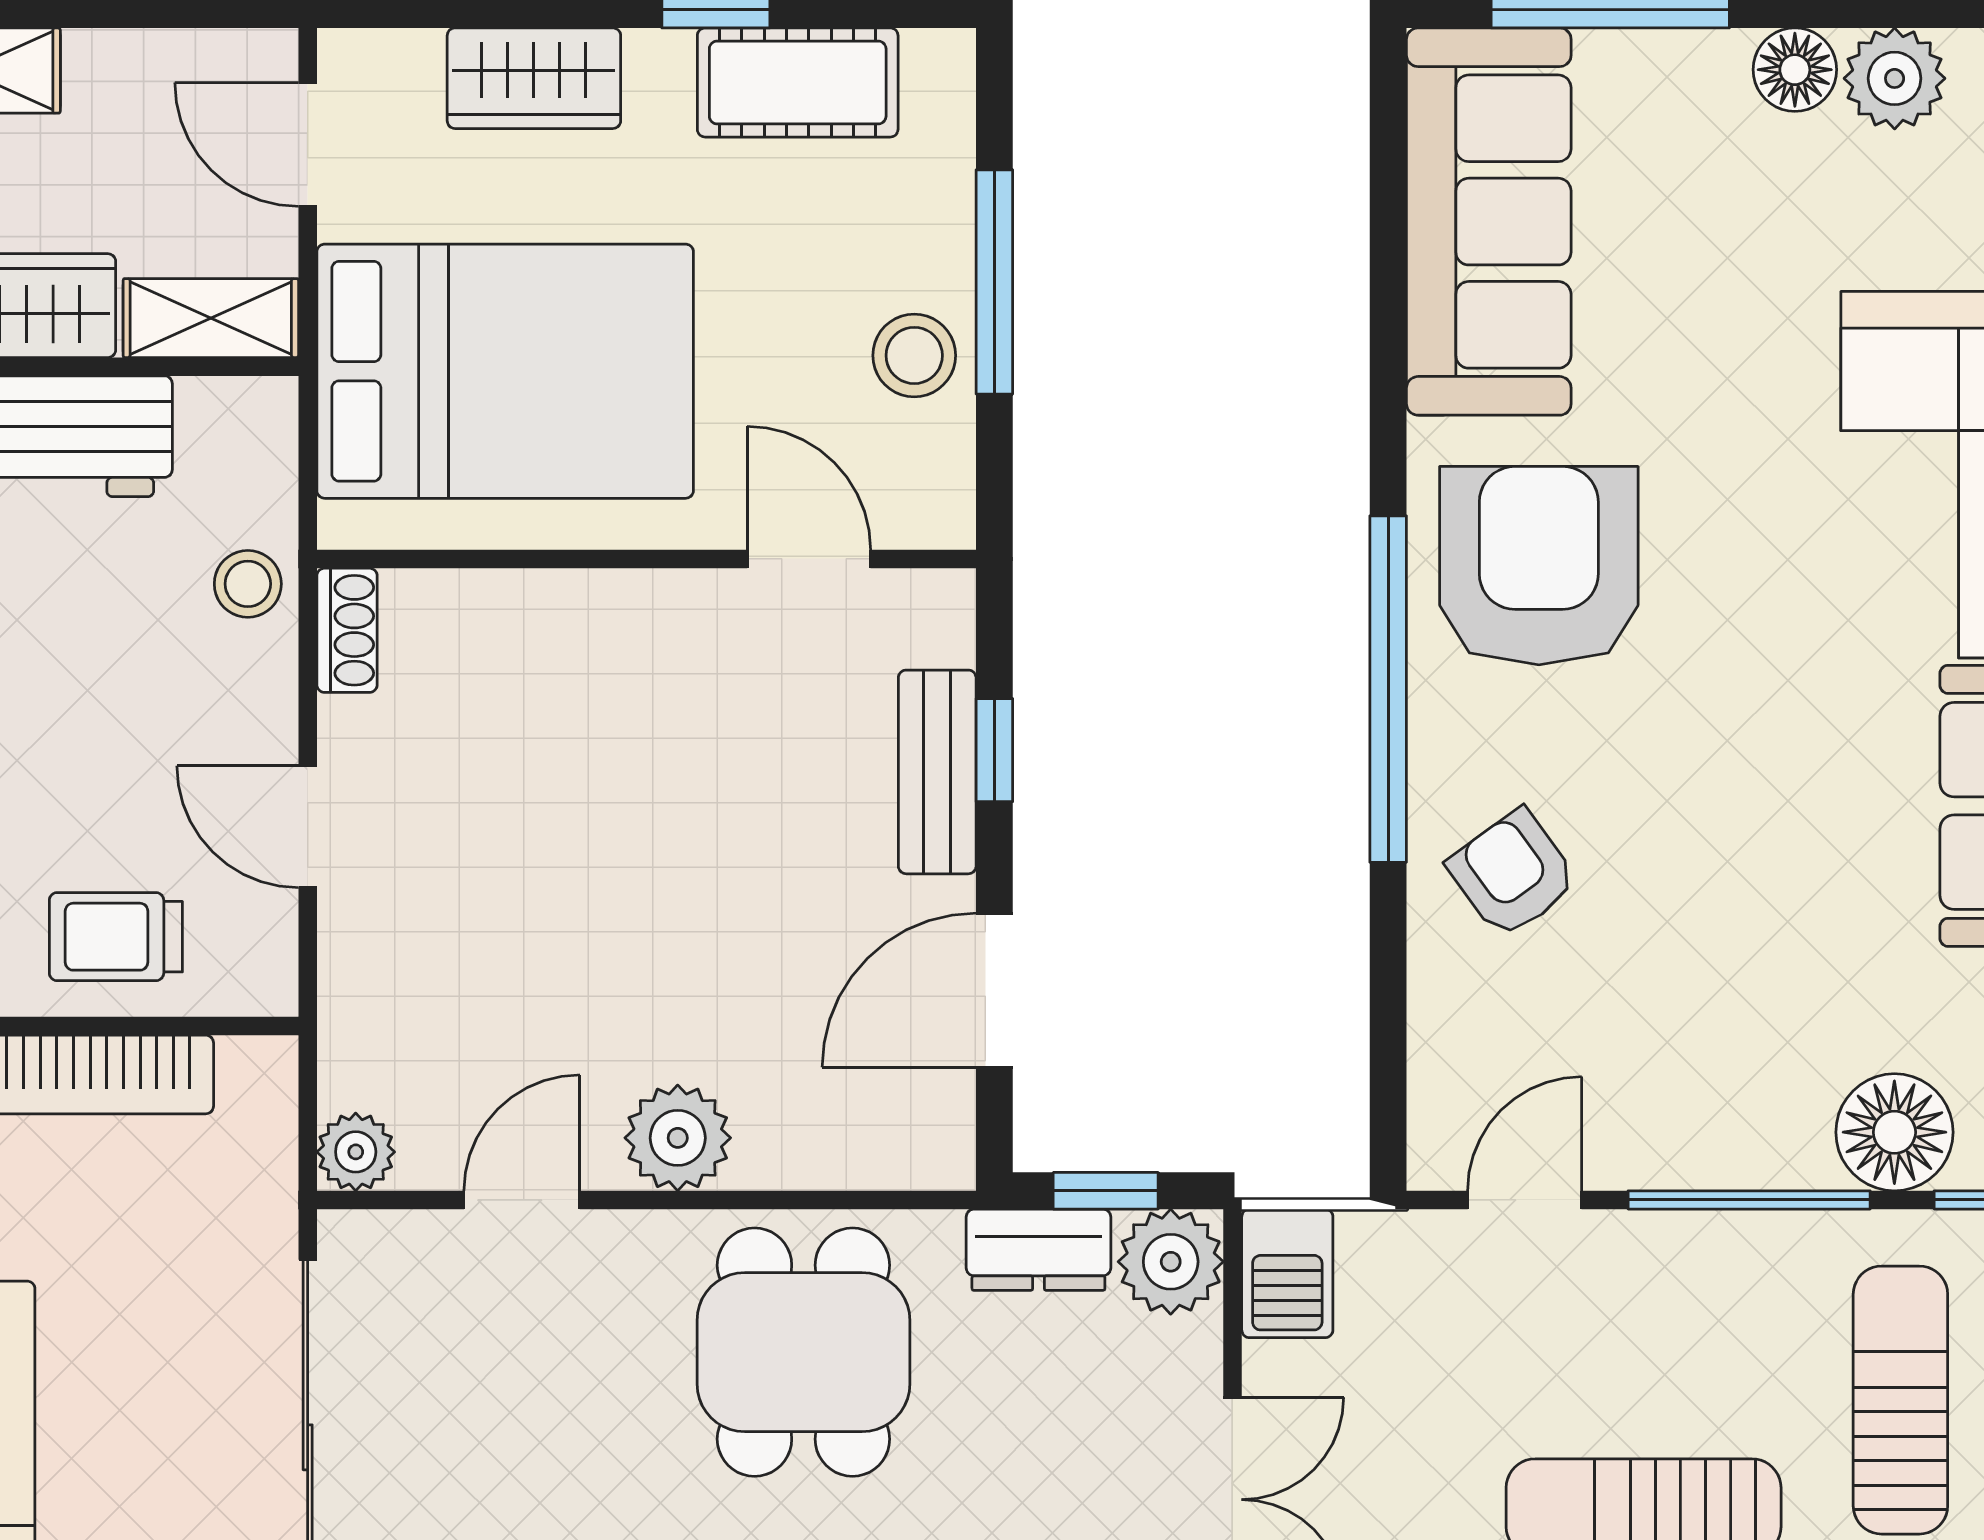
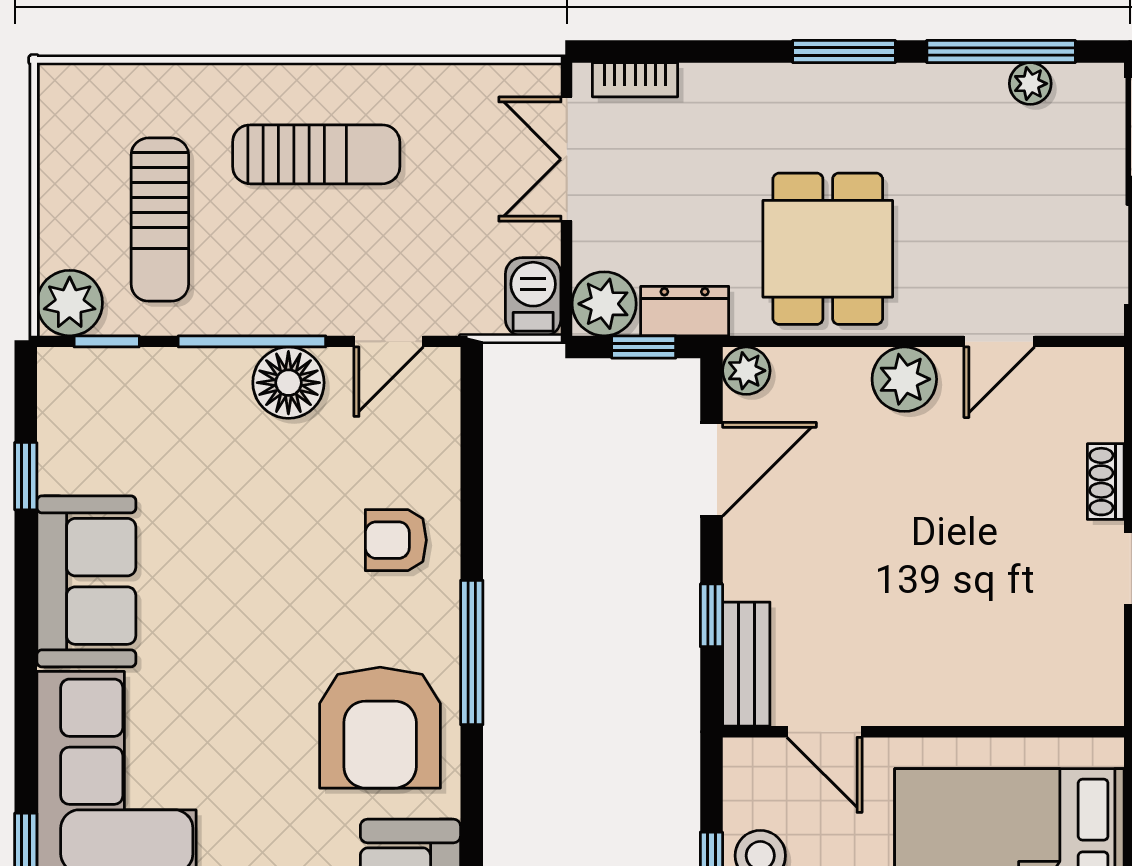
shoe rack: (347, 630) -> (1106, 482), moved
window: (1388, 689) -> (472, 652), width x0.68
bench: (937, 772) -> (746, 664), moved
armchair: (1513, 874) -> (396, 540), turned 126
floor lamp: (1894, 1132) -> (288, 383), moved
plant: (356, 1152) -> (746, 371), moved

